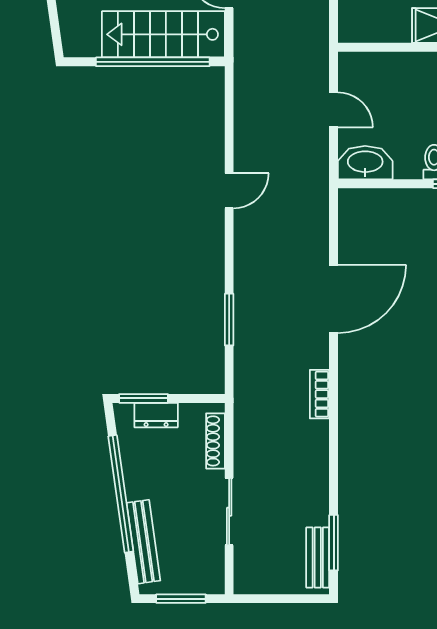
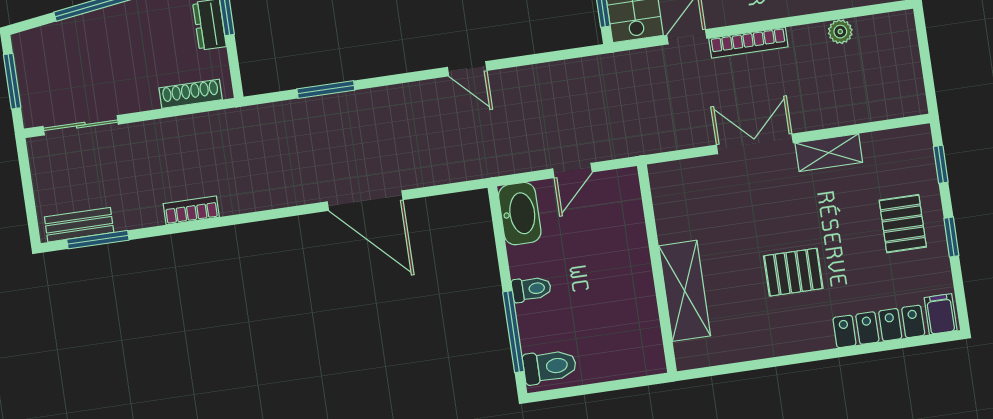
bookcase: (320, 394) -> (191, 210), moved
sliding door: (229, 512) -> (81, 125), moved
bench: (143, 542) -> (69, 31), removed

